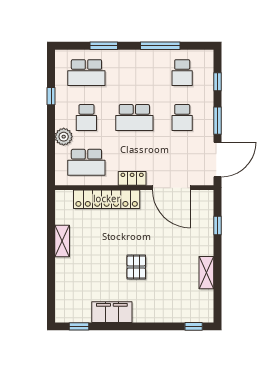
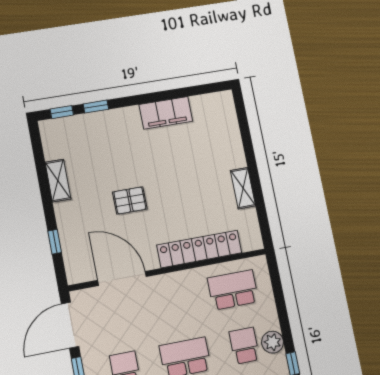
plant: (64, 137) -> (273, 342), moved
locker: (132, 178) -> (173, 281), removed
pallet: (136, 267) -> (130, 200), moved, turned 90
window: (79, 326) -> (96, 107), moved

